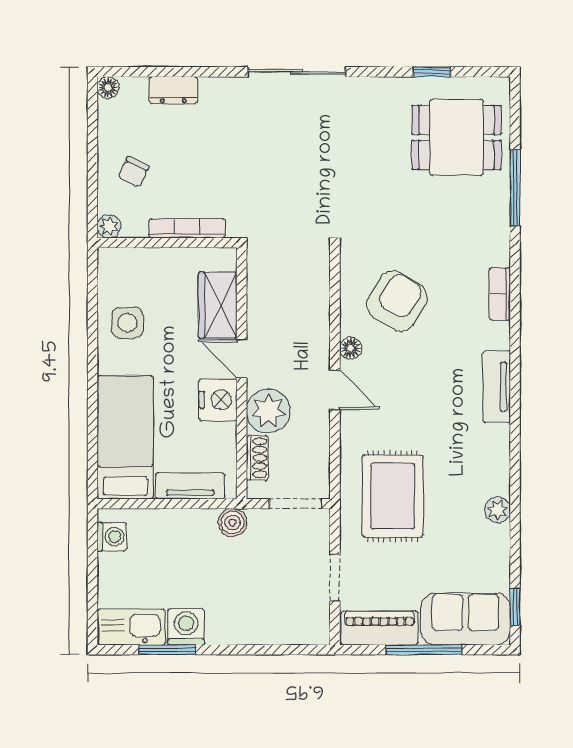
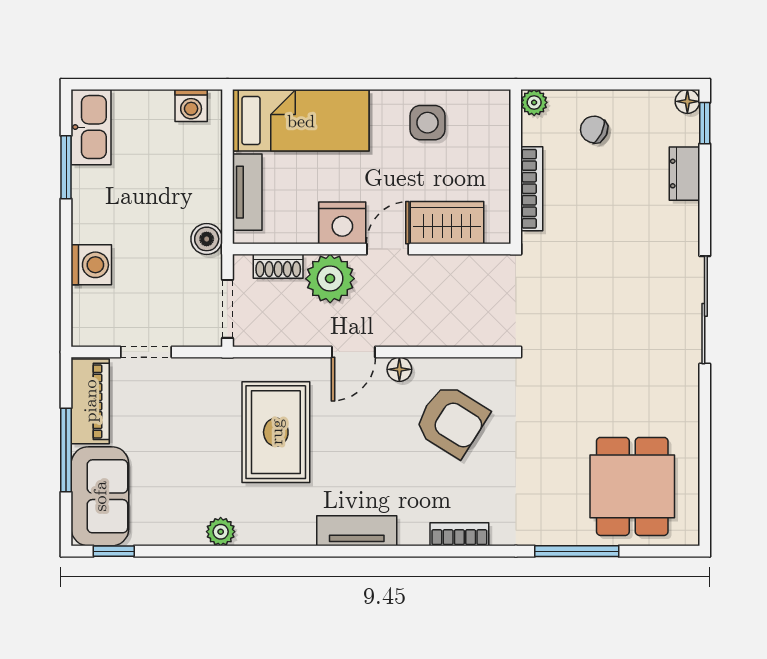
window: (432, 72) -> (705, 123), moved
rug: (393, 496) -> (276, 432), moved, turned 90
washing machine: (186, 627) -> (91, 265), moved

